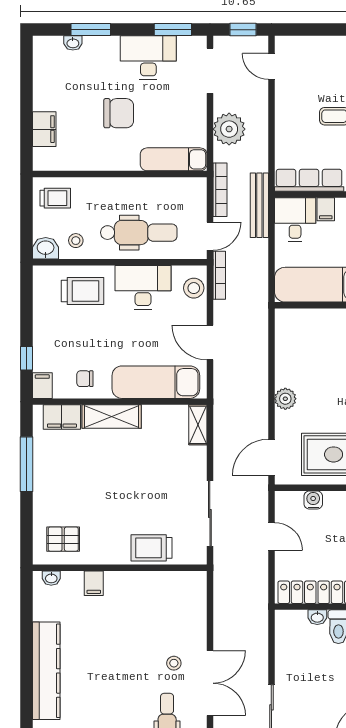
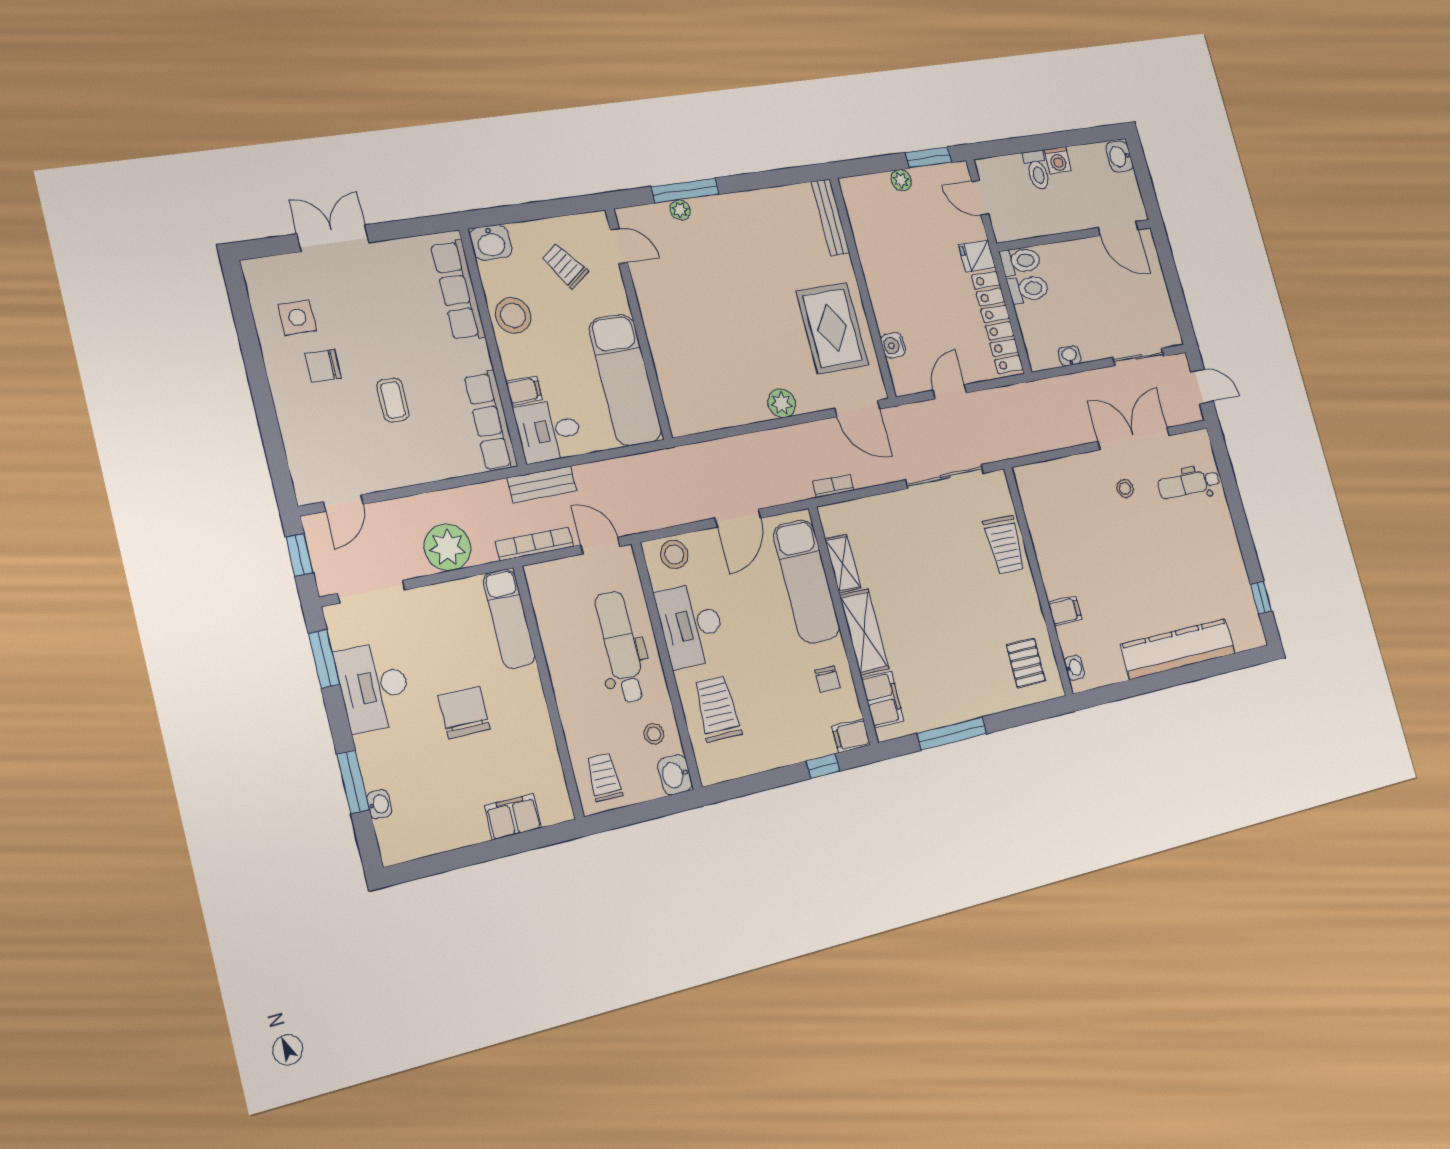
bench: (259, 205) -> (542, 484), width x0.73
bookcase: (219, 275) -> (833, 486), moved, width x0.64
shelving: (198, 425) -> (843, 564), moved, turned 90
washbasin: (317, 617) -> (1070, 356), moved, turned -90

